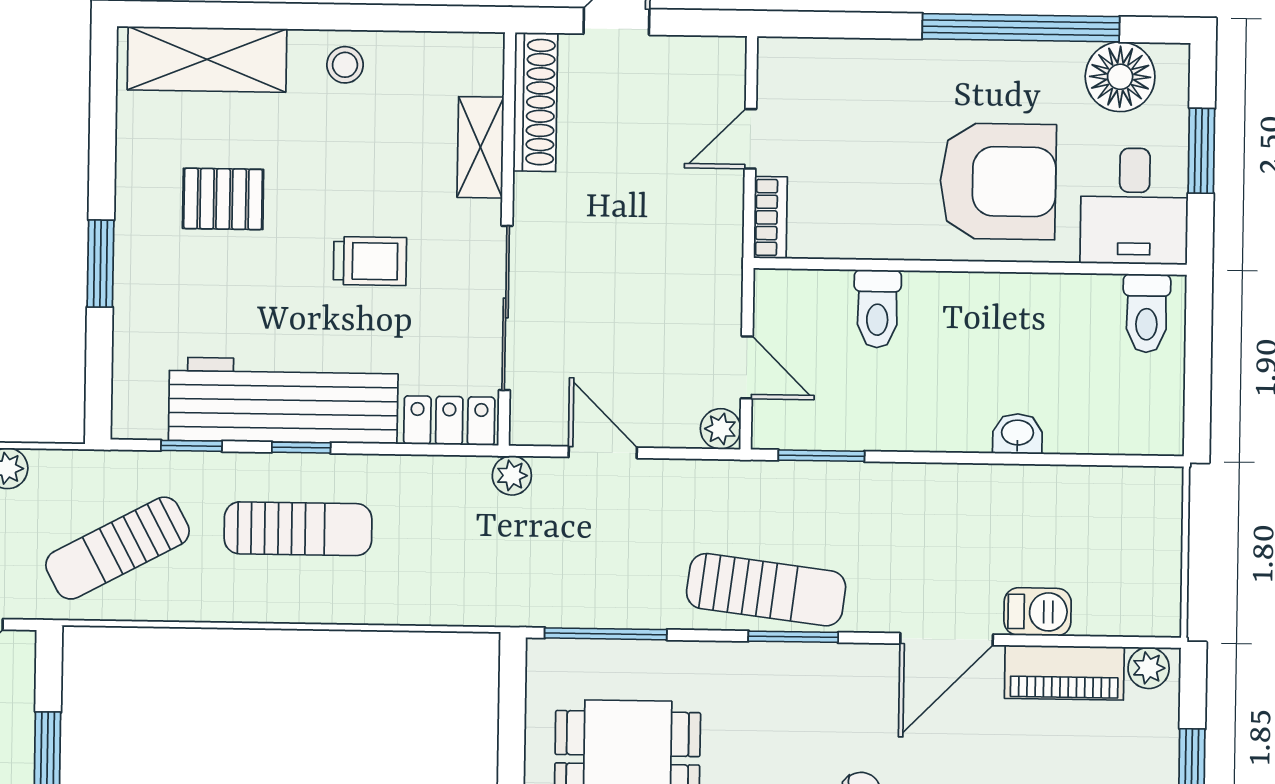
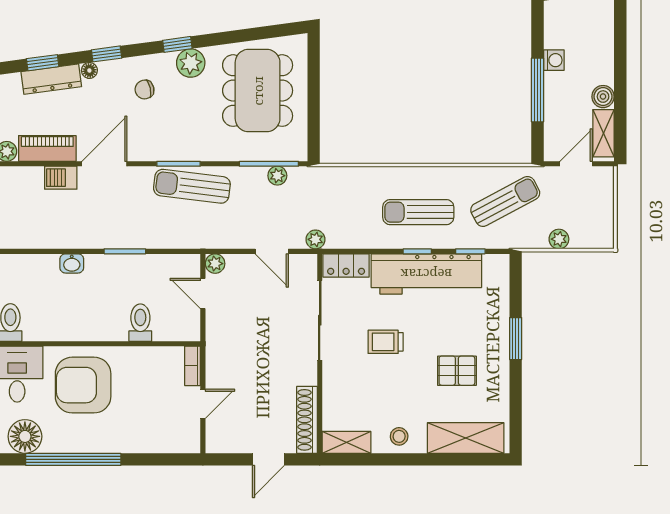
shelving: (480, 147) -> (346, 442), moved, turned 90
window: (821, 456) -> (125, 251), moved
plant: (589, 609) -> (277, 176), added

